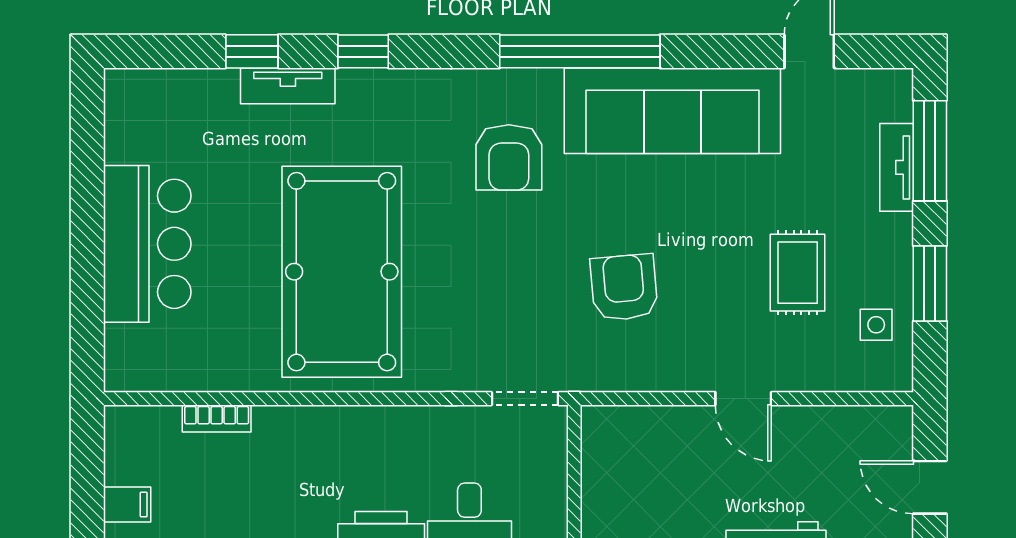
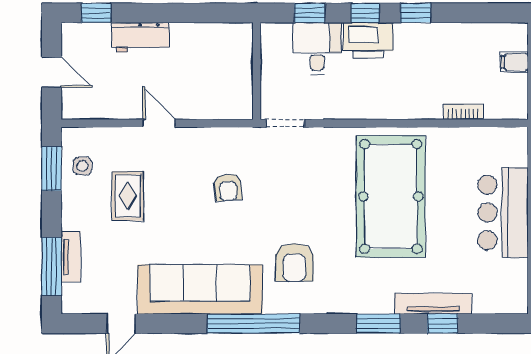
window: (363, 51) -> (378, 324), width x1.50
tv unit: (288, 86) -> (433, 304), width x1.41
armchair: (509, 157) -> (294, 262), turned 180
window: (930, 283) -> (52, 169), moved
armchair: (624, 287) -> (228, 187), width x0.72, depth x0.72

